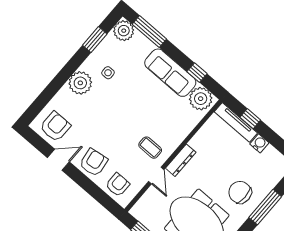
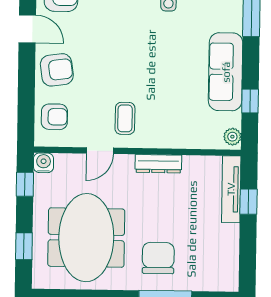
plant: (201, 99) -> (232, 137), width x0.53, depth x0.53
water cooler: (259, 143) -> (44, 163), moved, turned -90
dresser: (181, 160) -> (158, 164), moved

